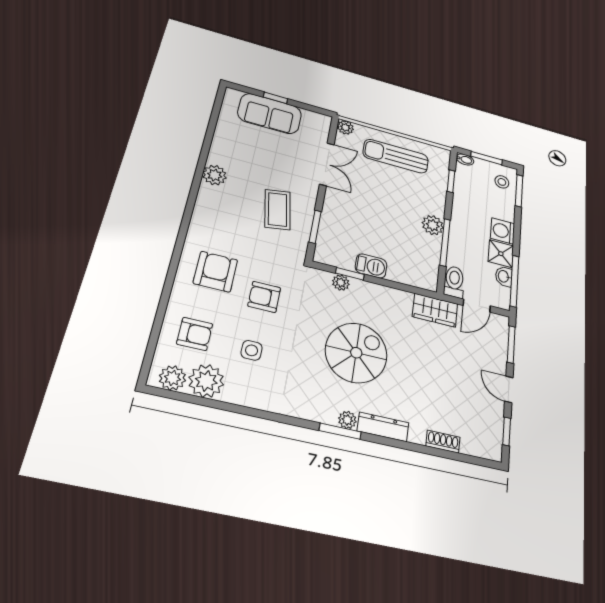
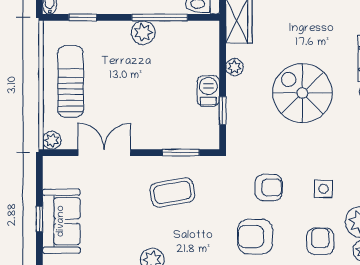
sun lounger: (396, 156) -> (71, 81), turned 180
plant: (341, 283) -> (234, 67), moved
armchair: (264, 297) -> (269, 188), turned -90

